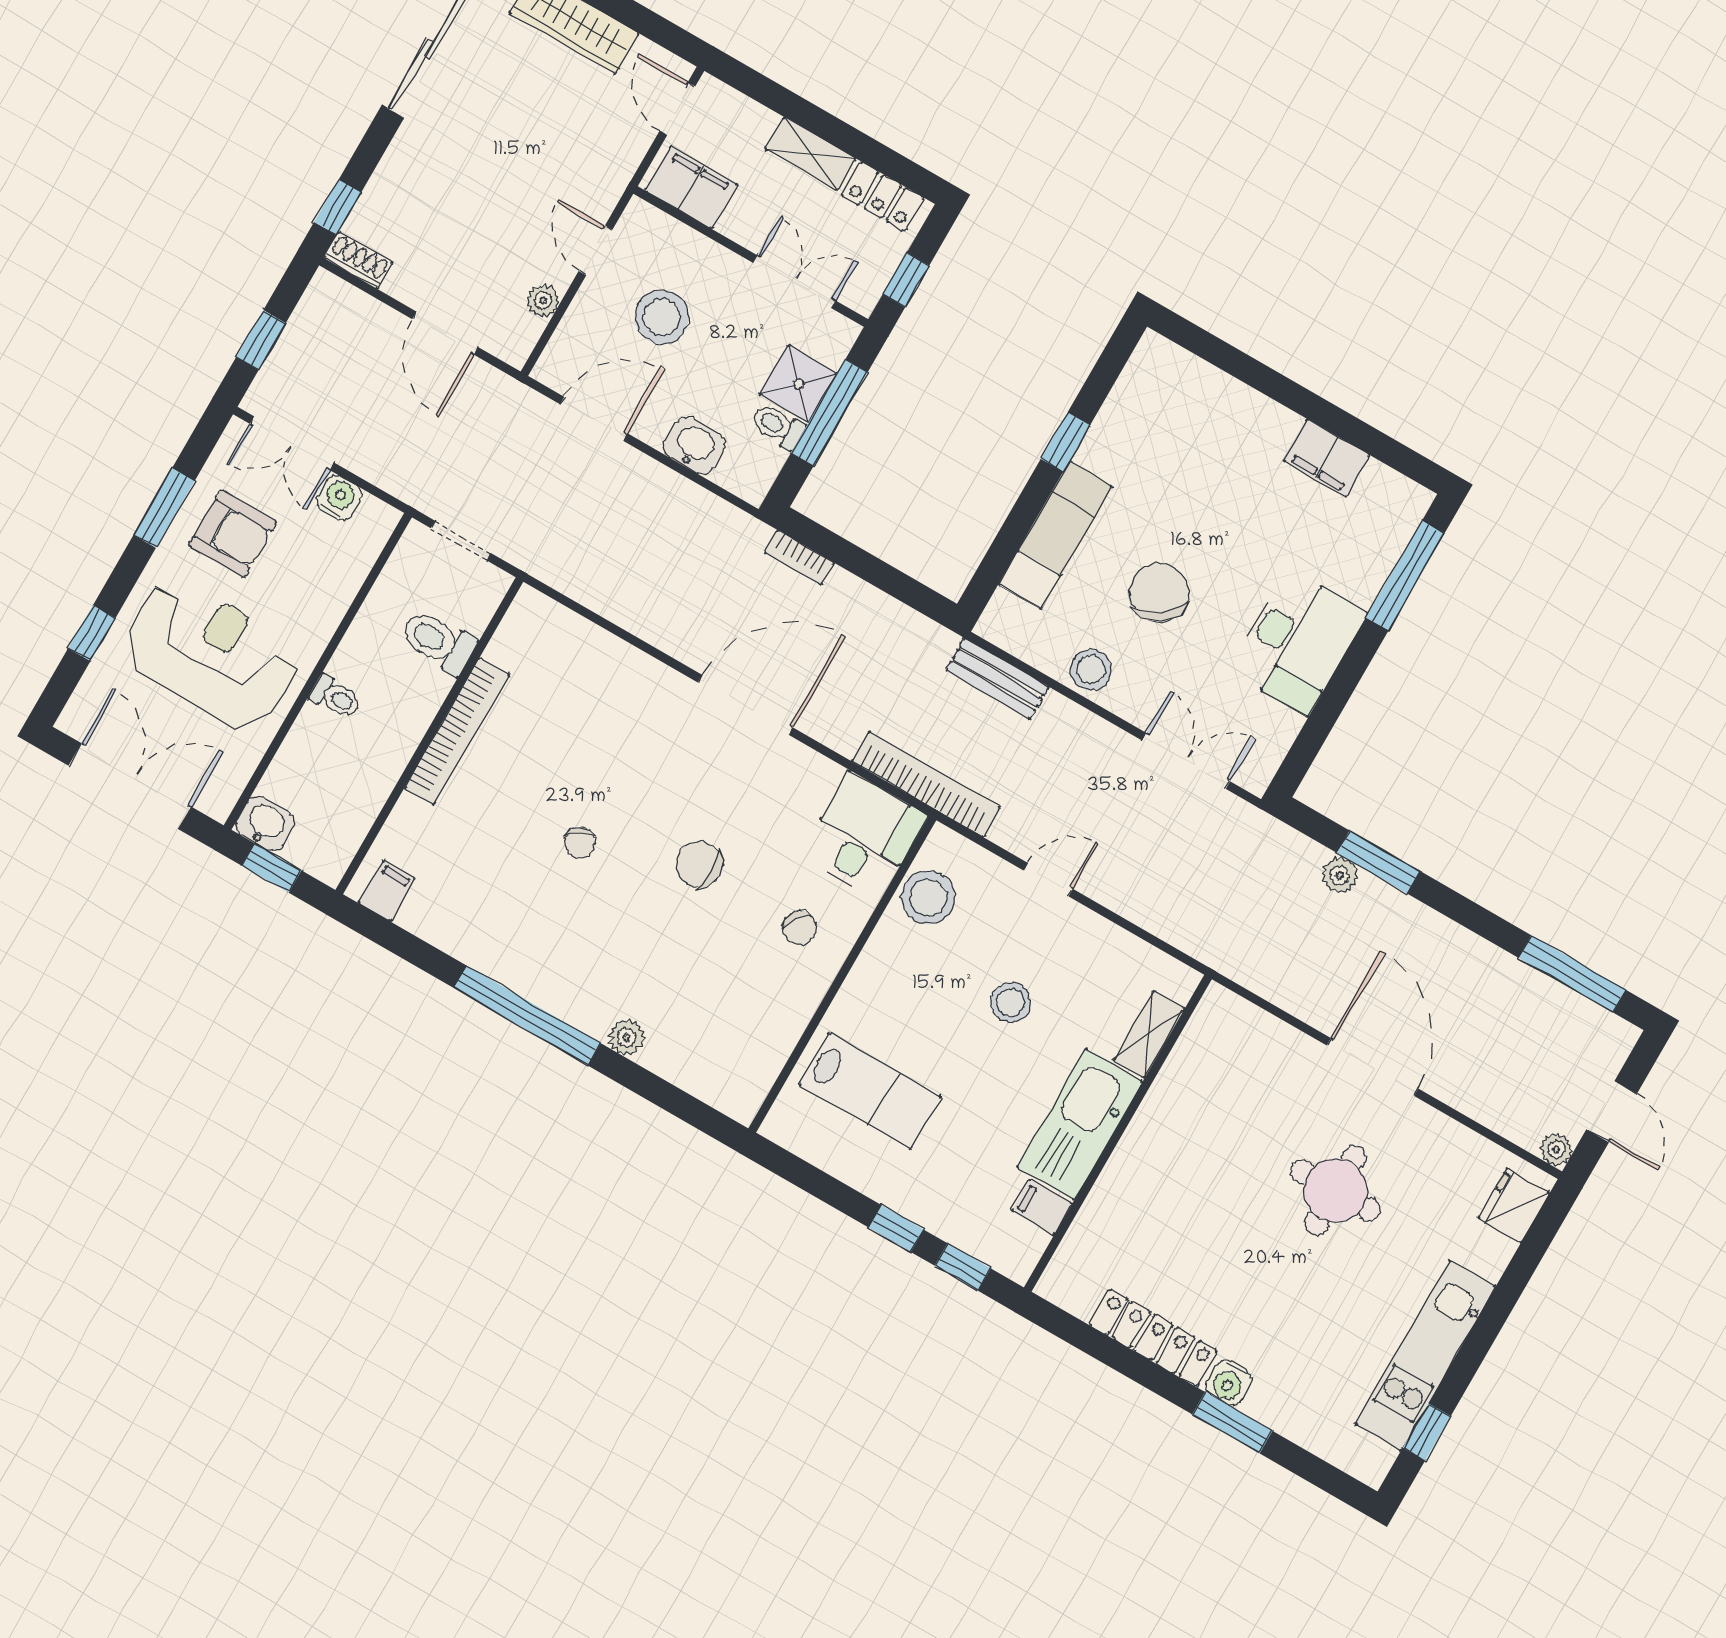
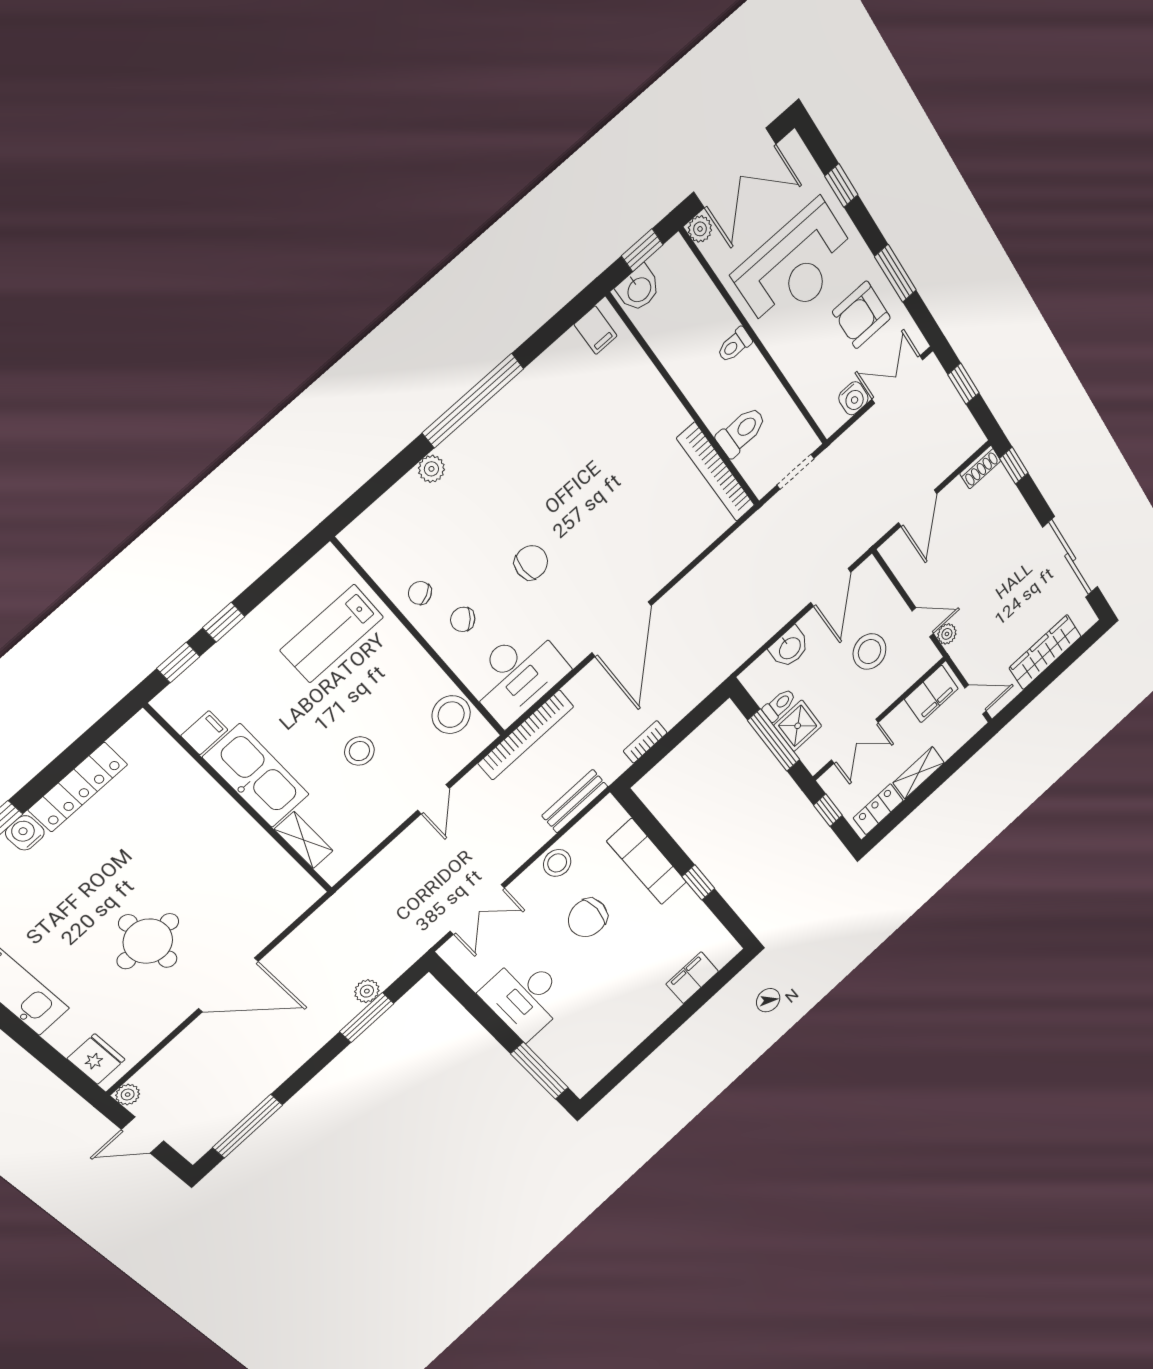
plant: (543, 301) -> (947, 634), moved
door: (445, 333) -> (918, 508), swing flipped
filing cabinet: (1327, 458) -> (692, 978), moved
bookcase: (799, 558) -> (645, 742), moved
chair: (1159, 593) -> (588, 918), turned 125
bookcase: (457, 731) -> (716, 472), moved
plant: (218, 803) -> (700, 229), added
washbasin: (265, 824) -> (639, 289), moved
desk: (864, 836) -> (517, 675), width x1.37
chair: (580, 843) -> (420, 593), moved

